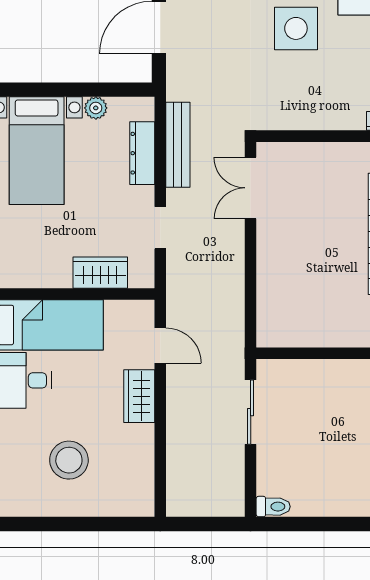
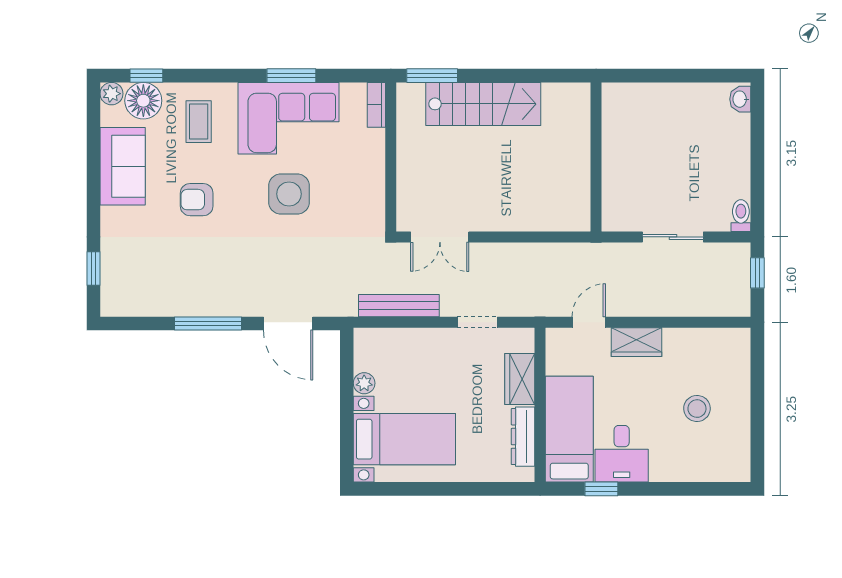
dresser: (142, 153) -> (523, 437), moved, turned 90
sliding door: (251, 412) -> (673, 237), moved
stool: (69, 460) -> (697, 409), width x0.73, depth x0.73
window: (213, 524) -> (757, 273), added

